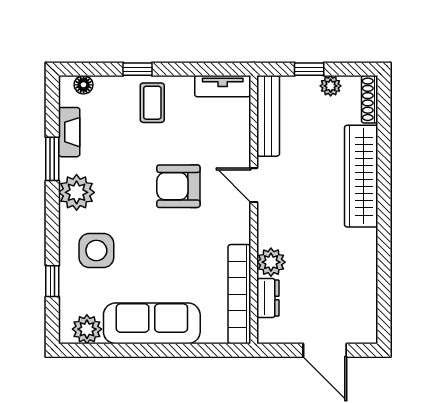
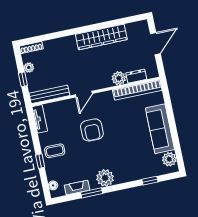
wardrobe: (361, 176) -> (101, 37), moved
side table: (96, 251) -> (131, 163), removed

